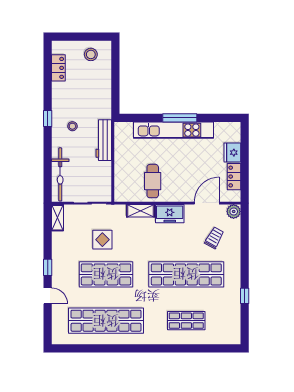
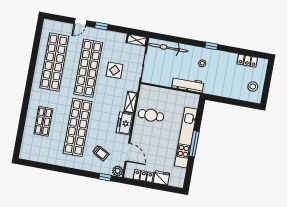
shop shelf: (106, 274) -> (88, 68), width x1.40
window: (245, 296) -> (105, 177), moved

